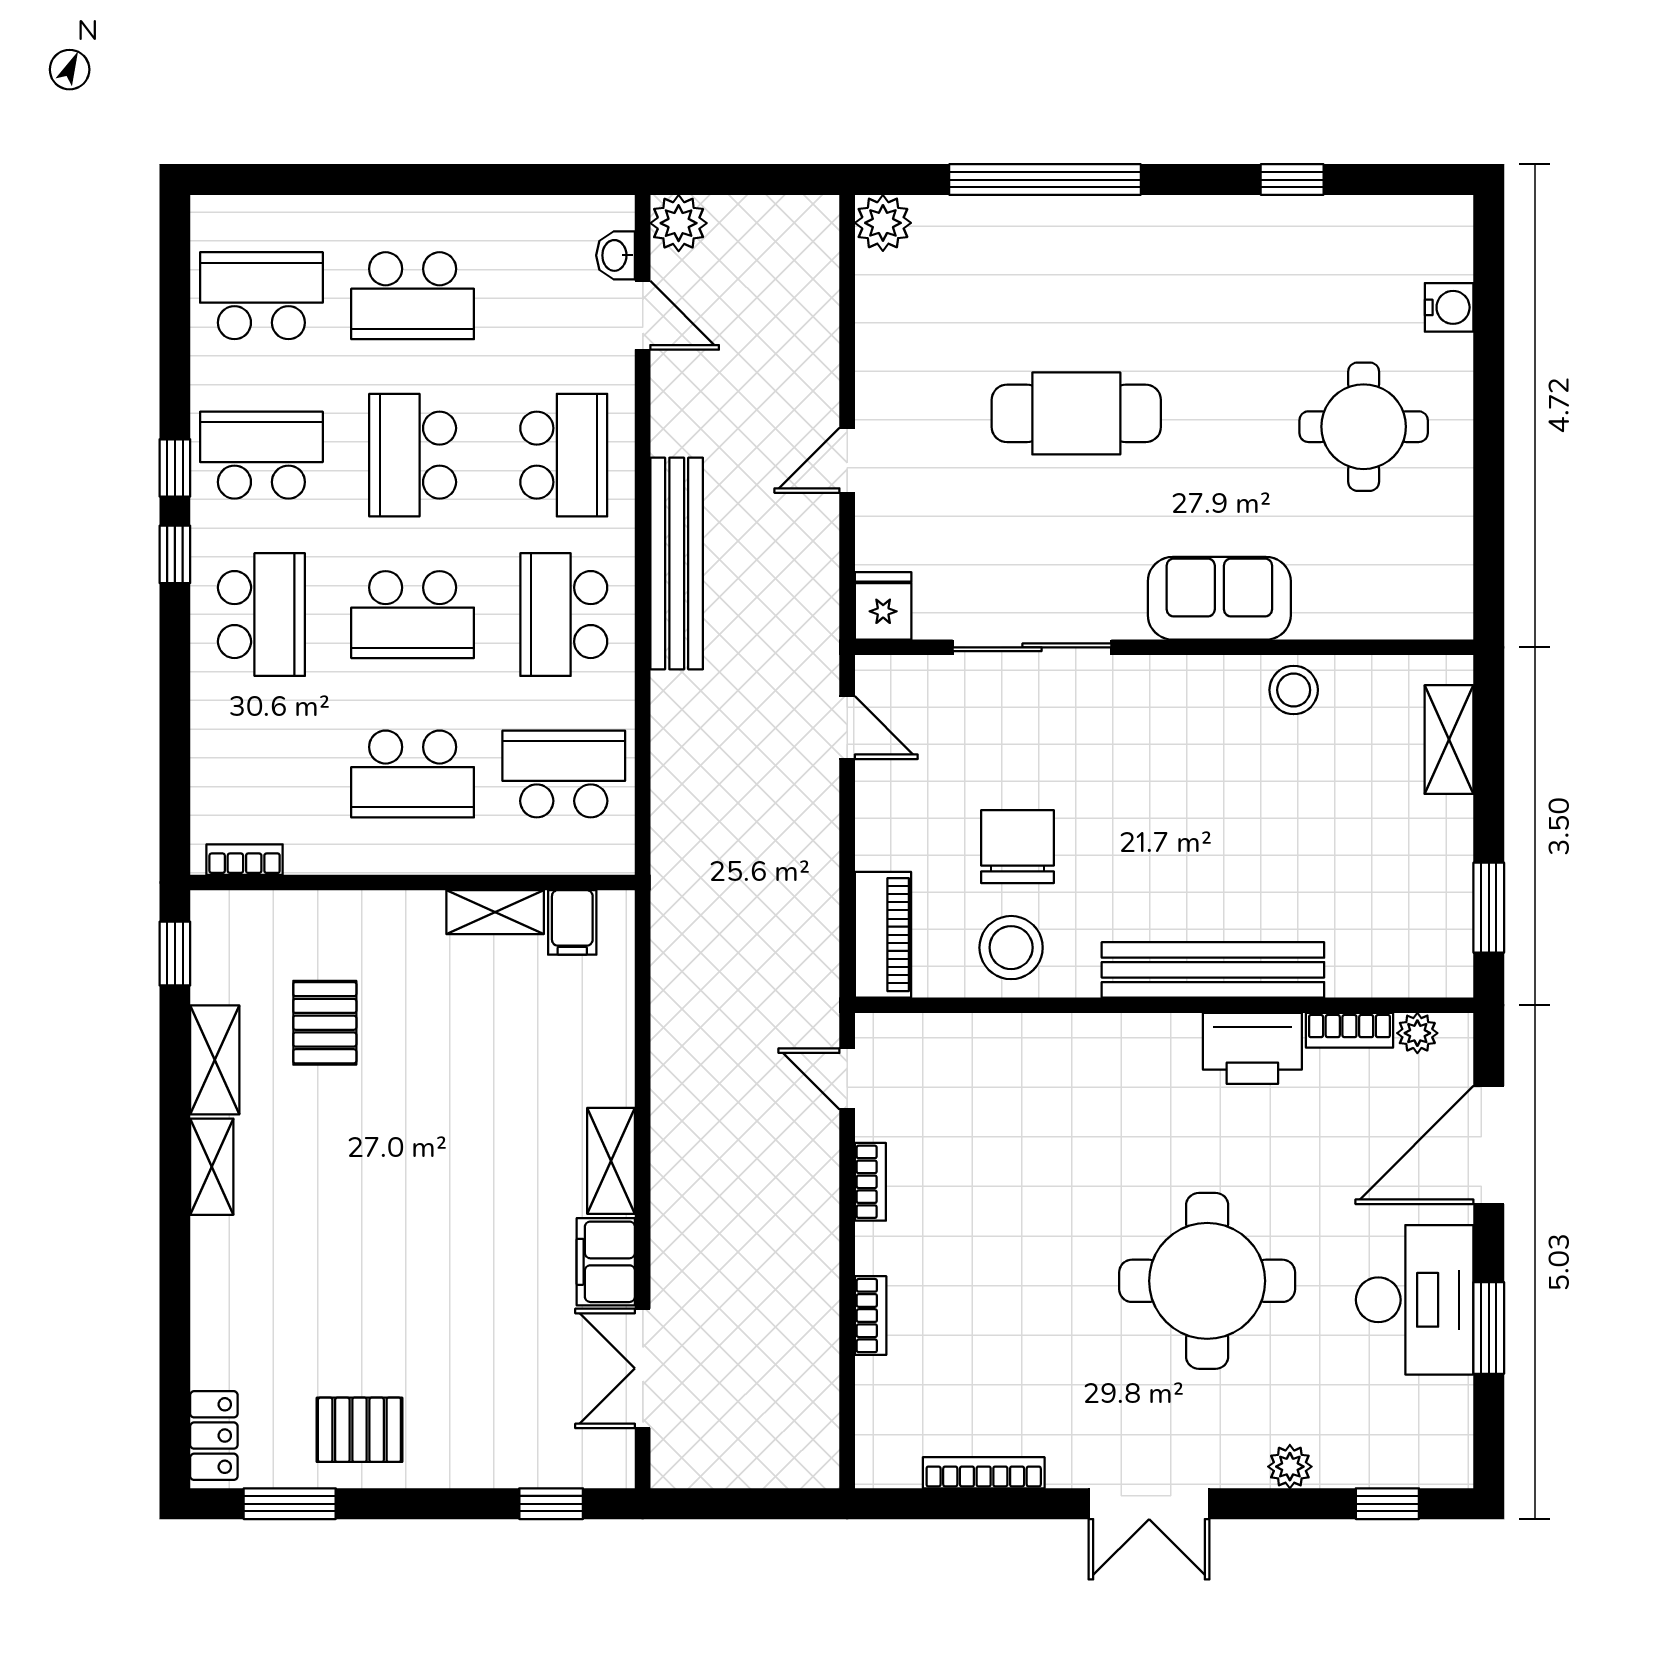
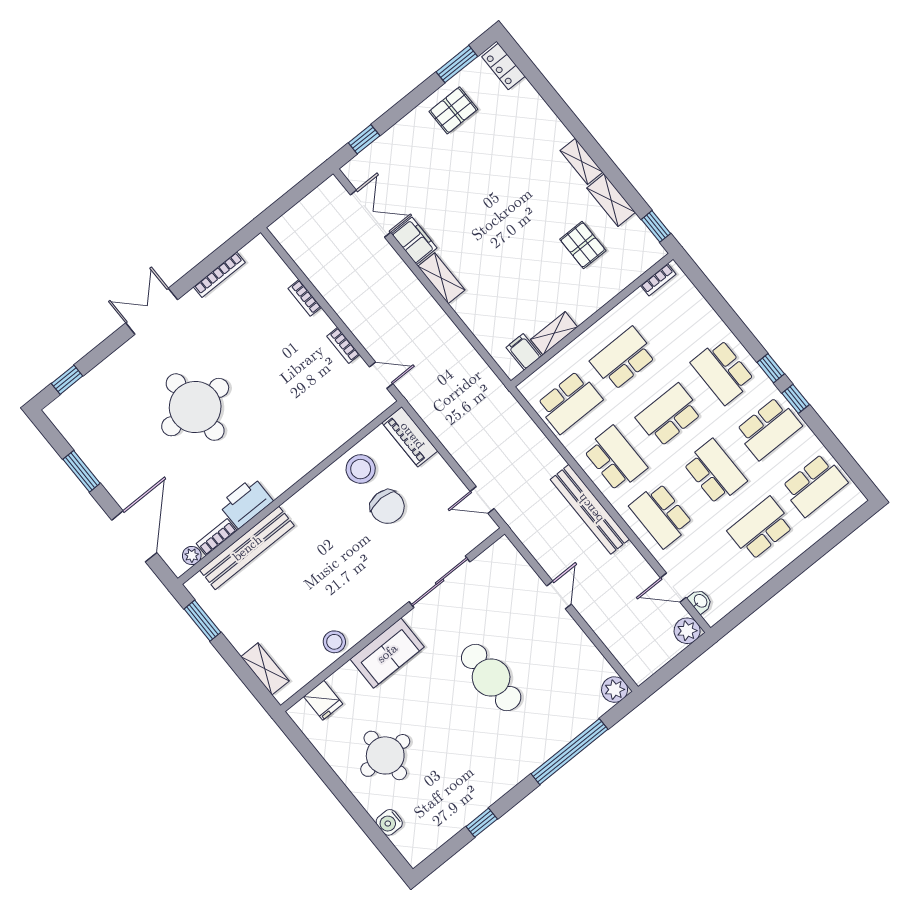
cafe table: (1076, 413) -> (491, 678), turned 90
fridge: (883, 606) -> (323, 700), moved
bench: (1213, 970) -> (247, 548), moved
desk: (1415, 1300) -> (116, 460), removed
plant: (1290, 1467) -> (112, 365), removed

